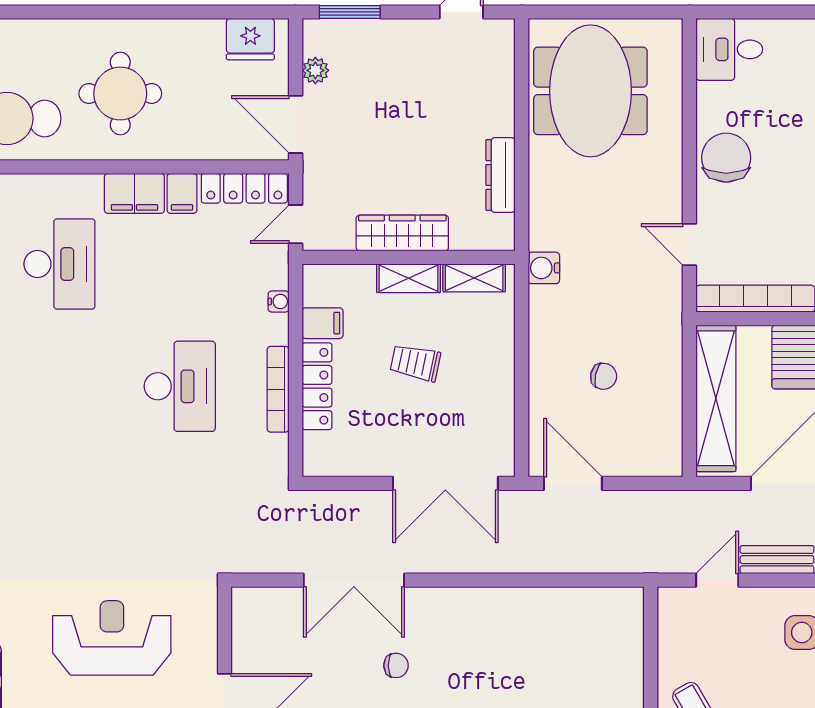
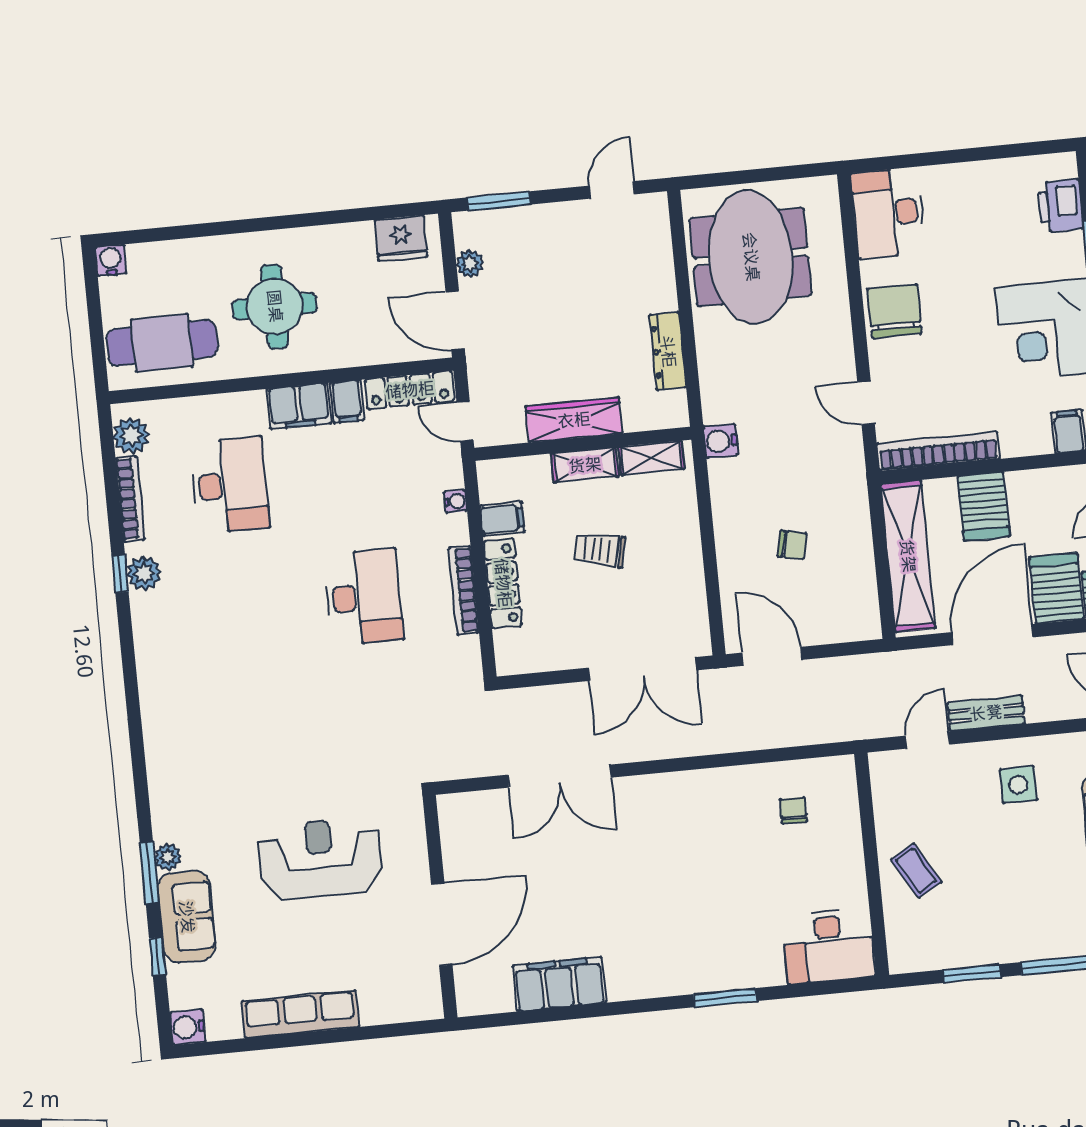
desk: (729, 49) -> (888, 213), width x1.37
door: (296, 224) -> (465, 421), hinge flipped
chair: (396, 665) -> (793, 810), moved, turned -90

